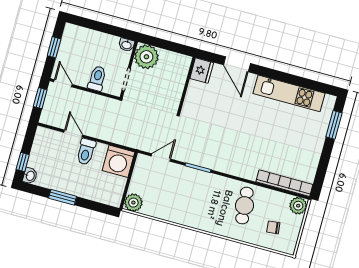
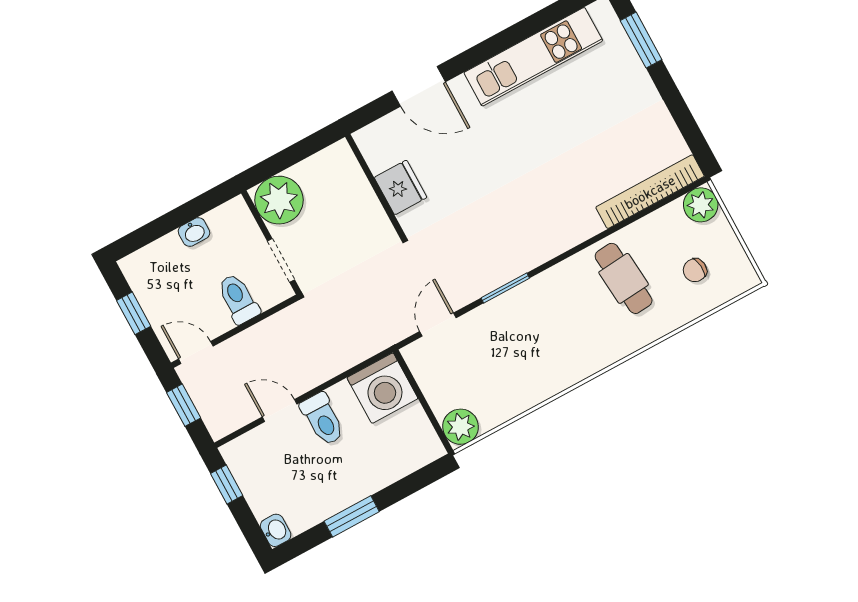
washbasin: (127, 45) -> (194, 232), moved
fridge: (202, 71) -> (401, 187), moved
window: (23, 162) -> (227, 484), moved

